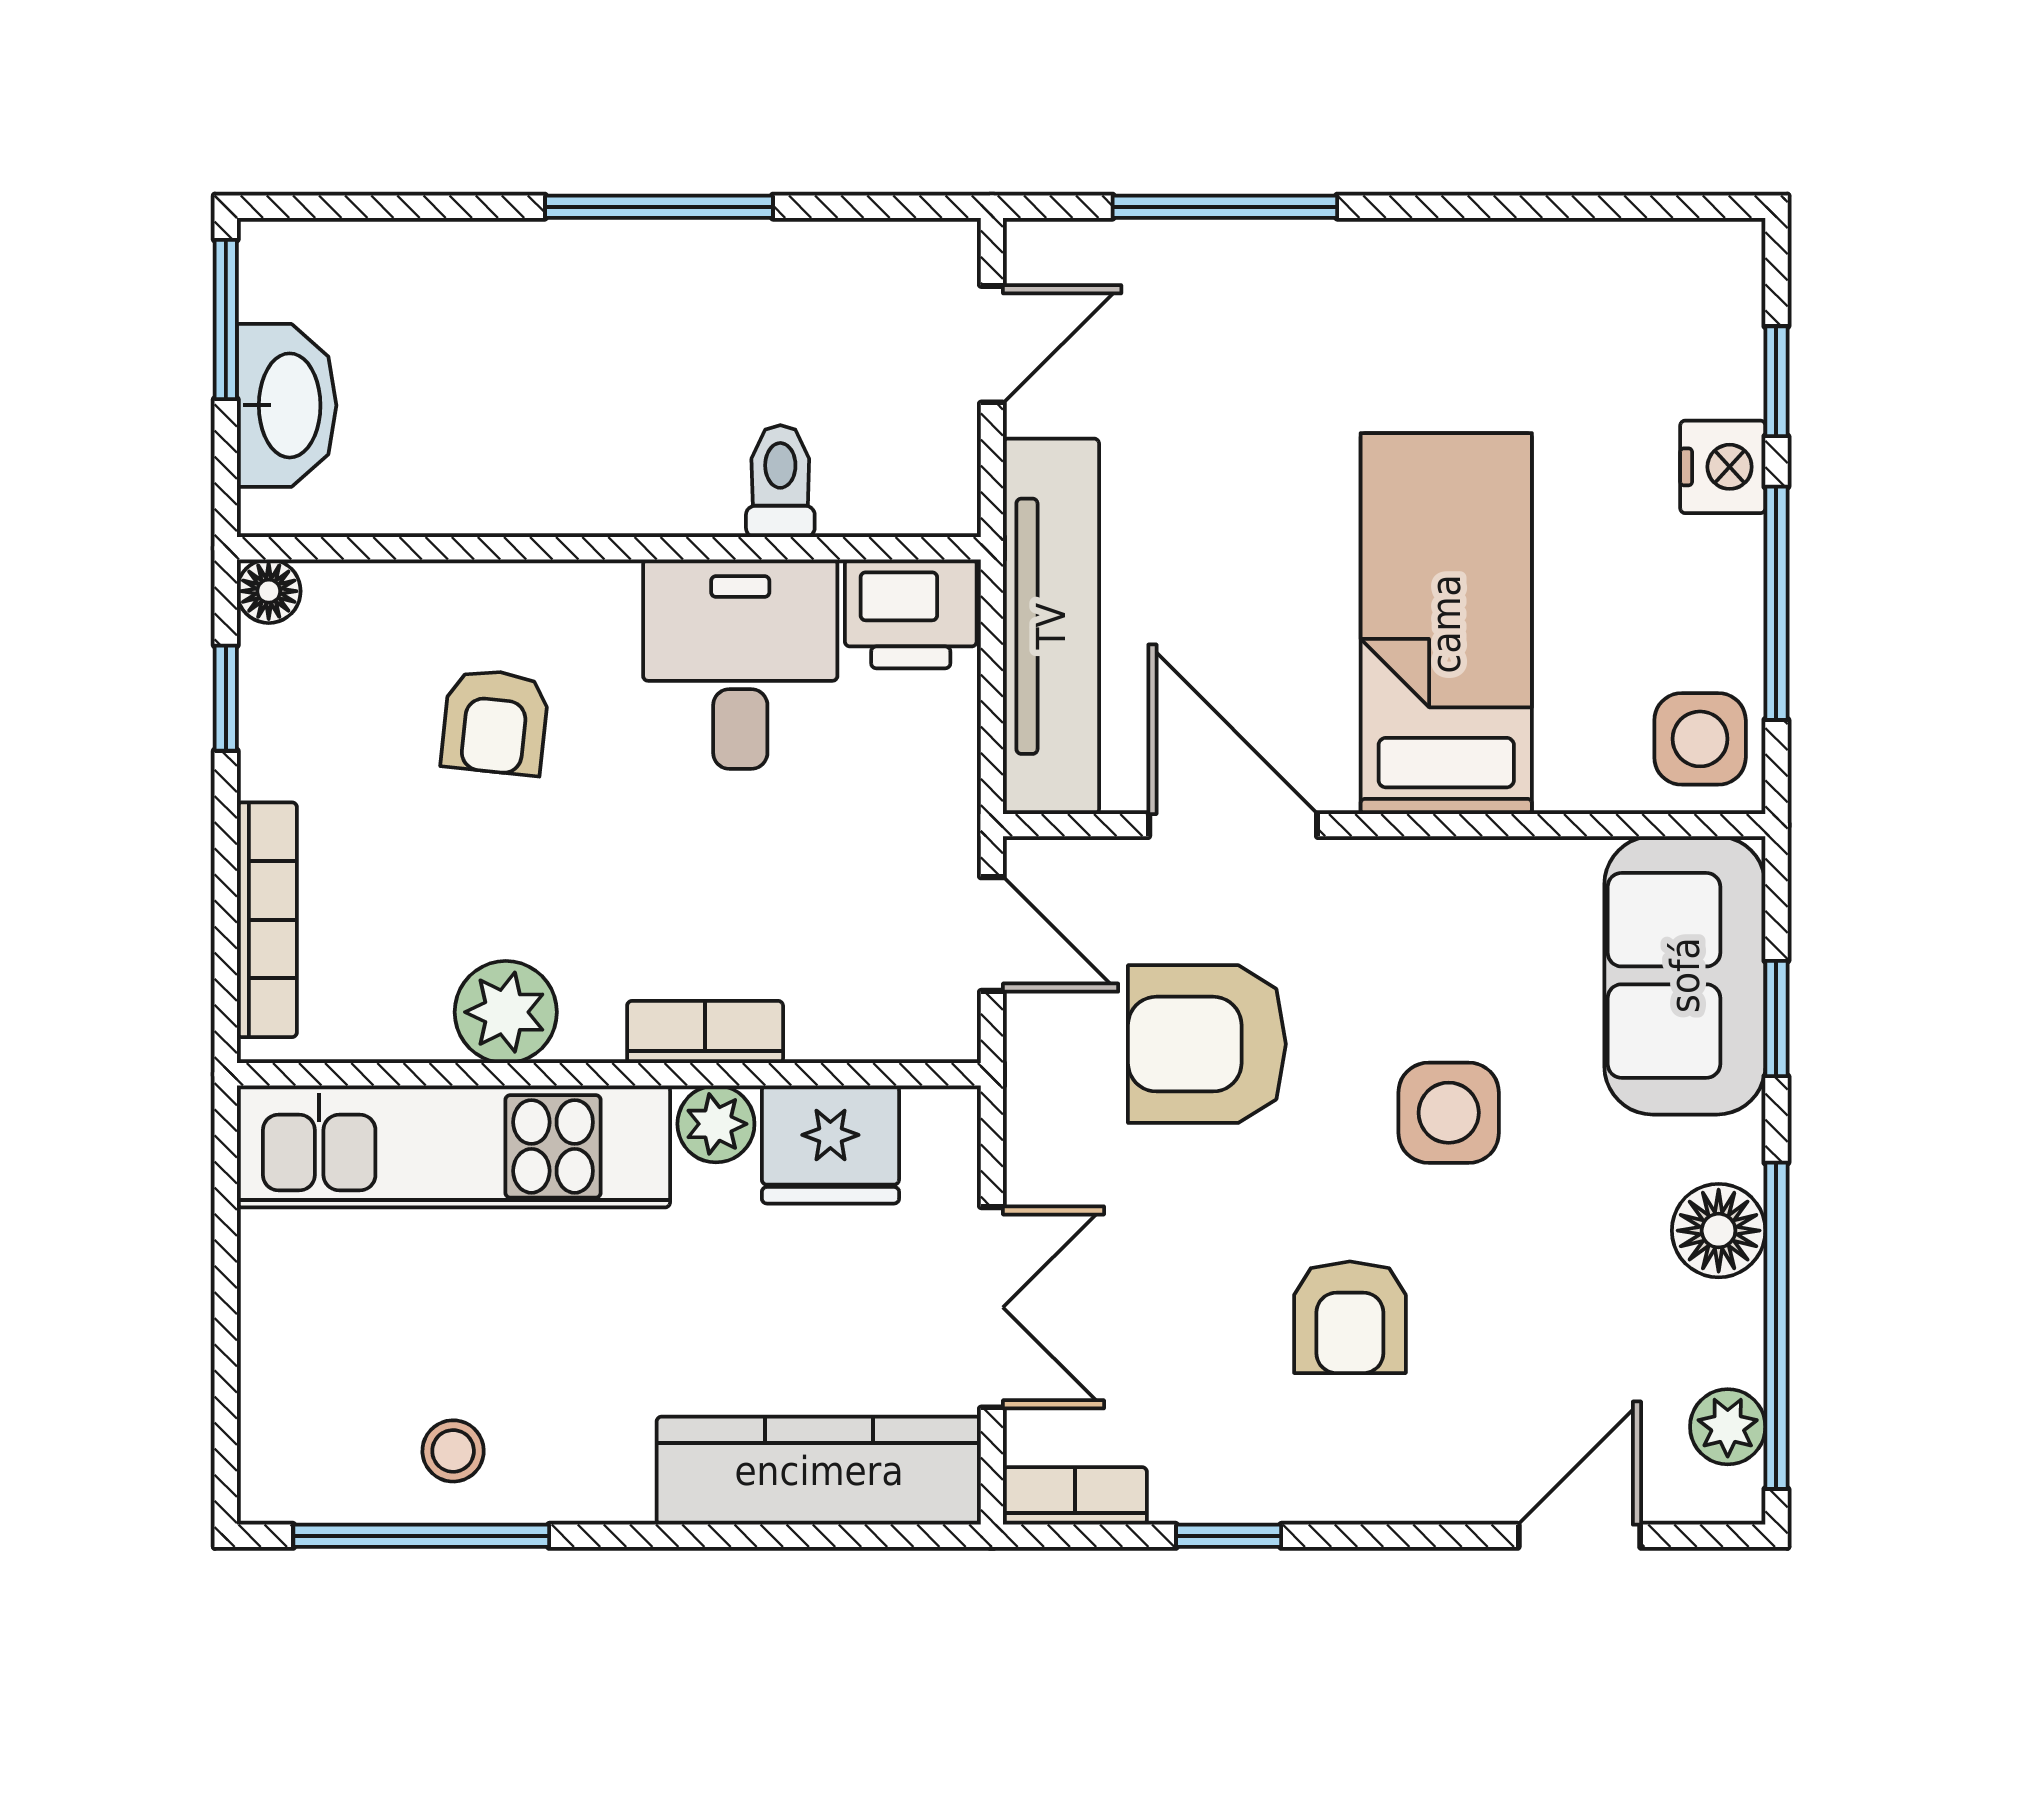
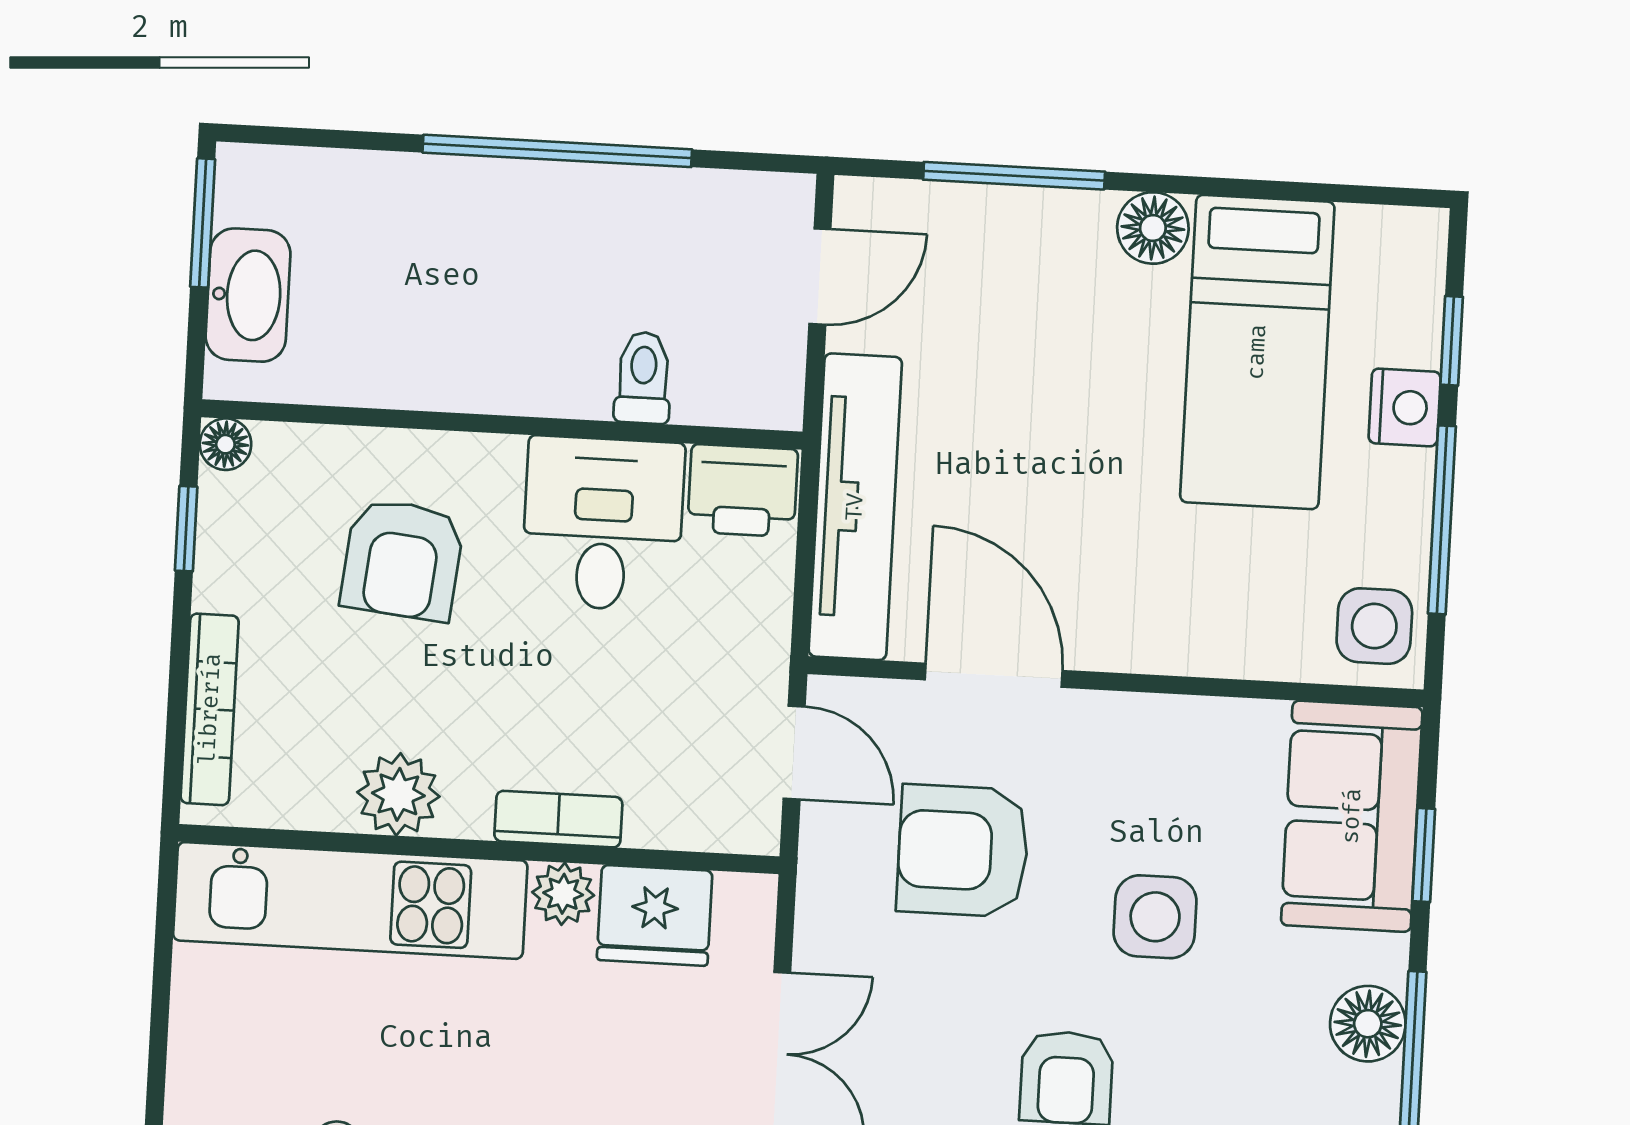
window: (659, 207) -> (557, 151), width x1.46
floor lamp: (1400, 262) -> (1153, 228), added
bed: (1446, 624) -> (1257, 352), moved, turned 180
armchair: (495, 722) -> (402, 560), width x1.38, depth x1.38

